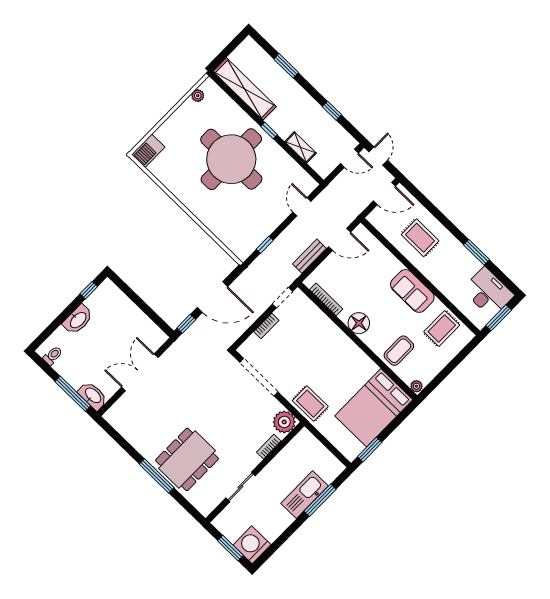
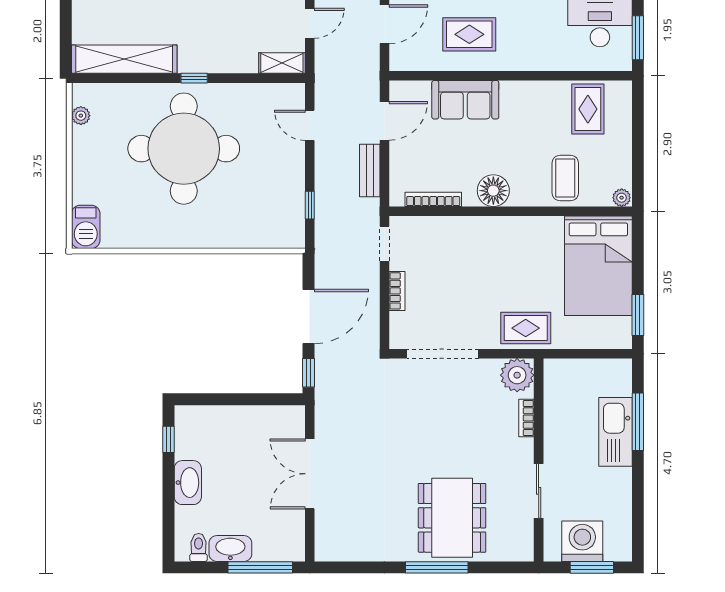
shelving: (300, 147) -> (282, 63), moved
sofa: (412, 291) -> (465, 100), moved
washbasin: (93, 396) -> (230, 549), moved
washing machine: (252, 545) -> (582, 541), moved, turned 90

